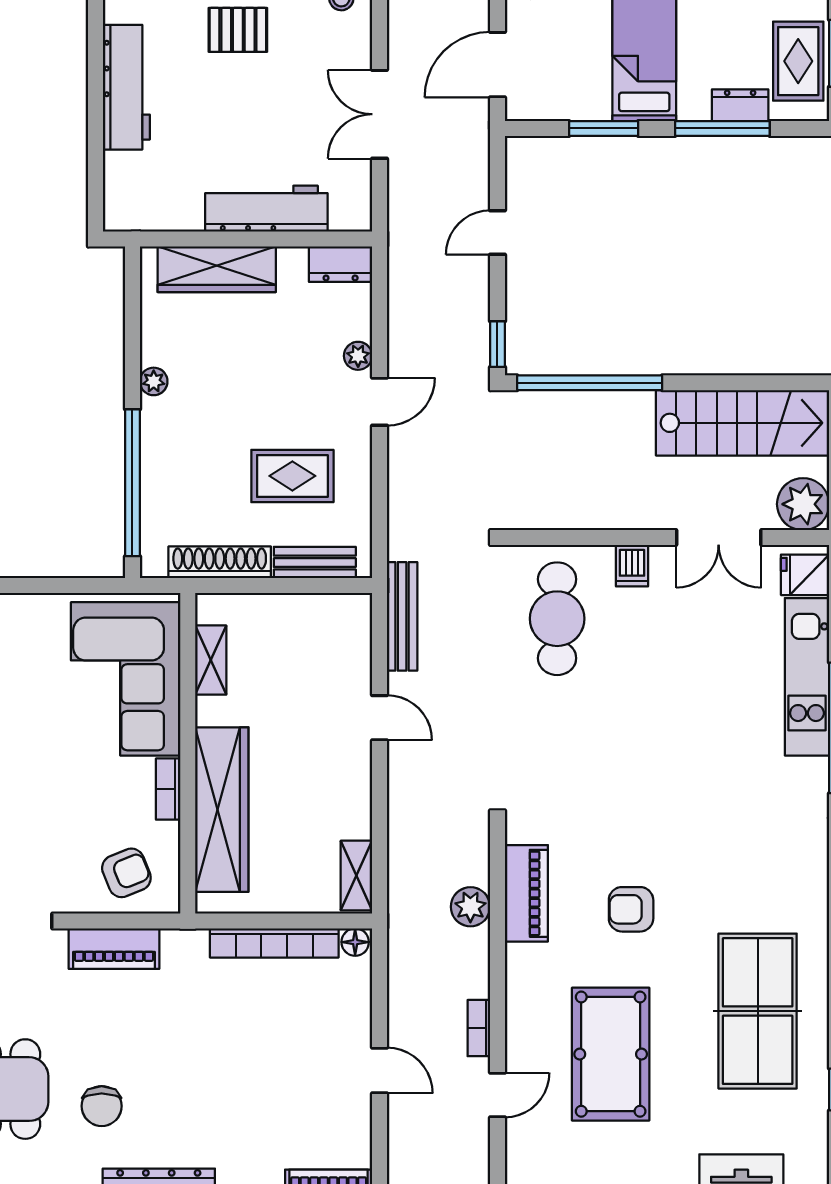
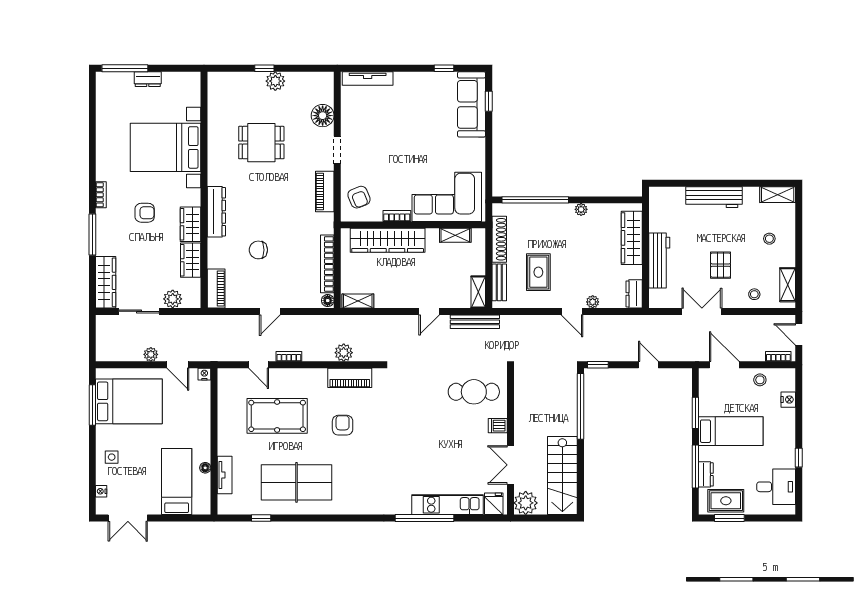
pallet: (238, 30) -> (721, 265), moved
shelving: (336, 609) -> (478, 292), added
chair: (102, 1106) -> (258, 250), moved

